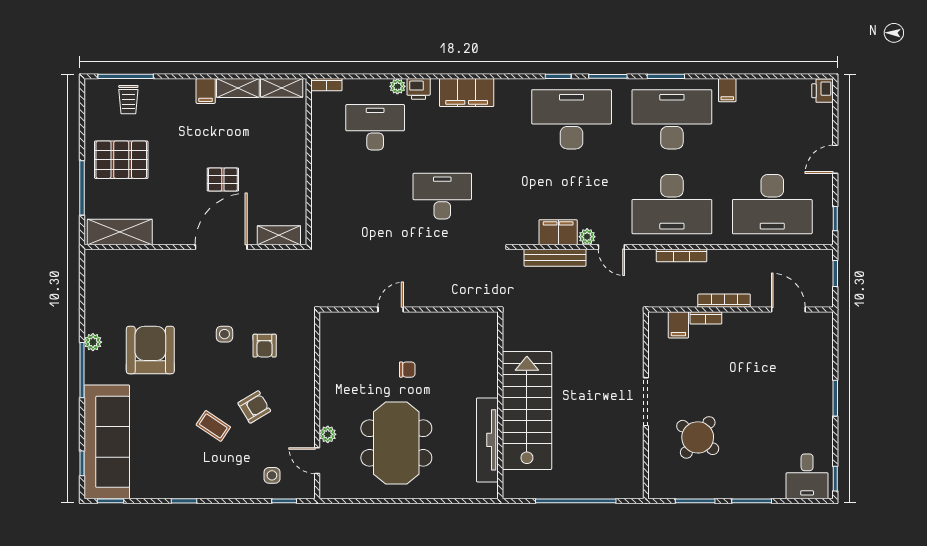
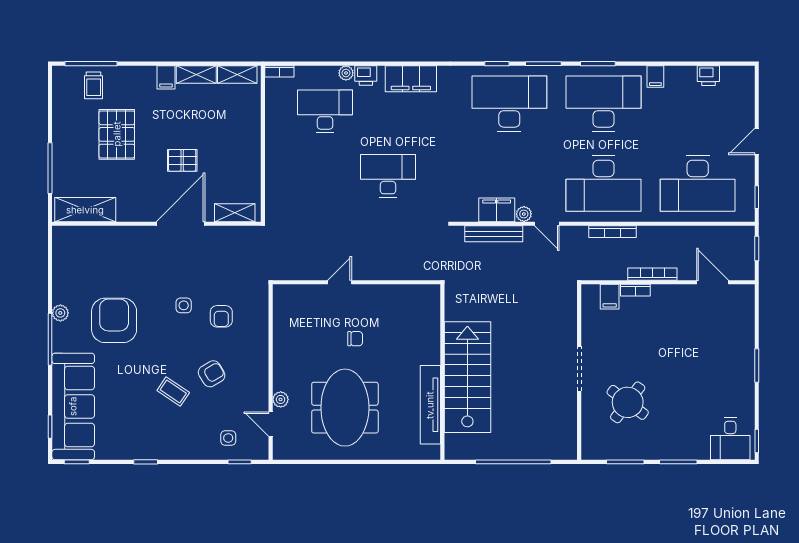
printer: (822, 91) -> (708, 76), moved, turned -90
pallet: (121, 160) -> (117, 134), moved, turned 90

